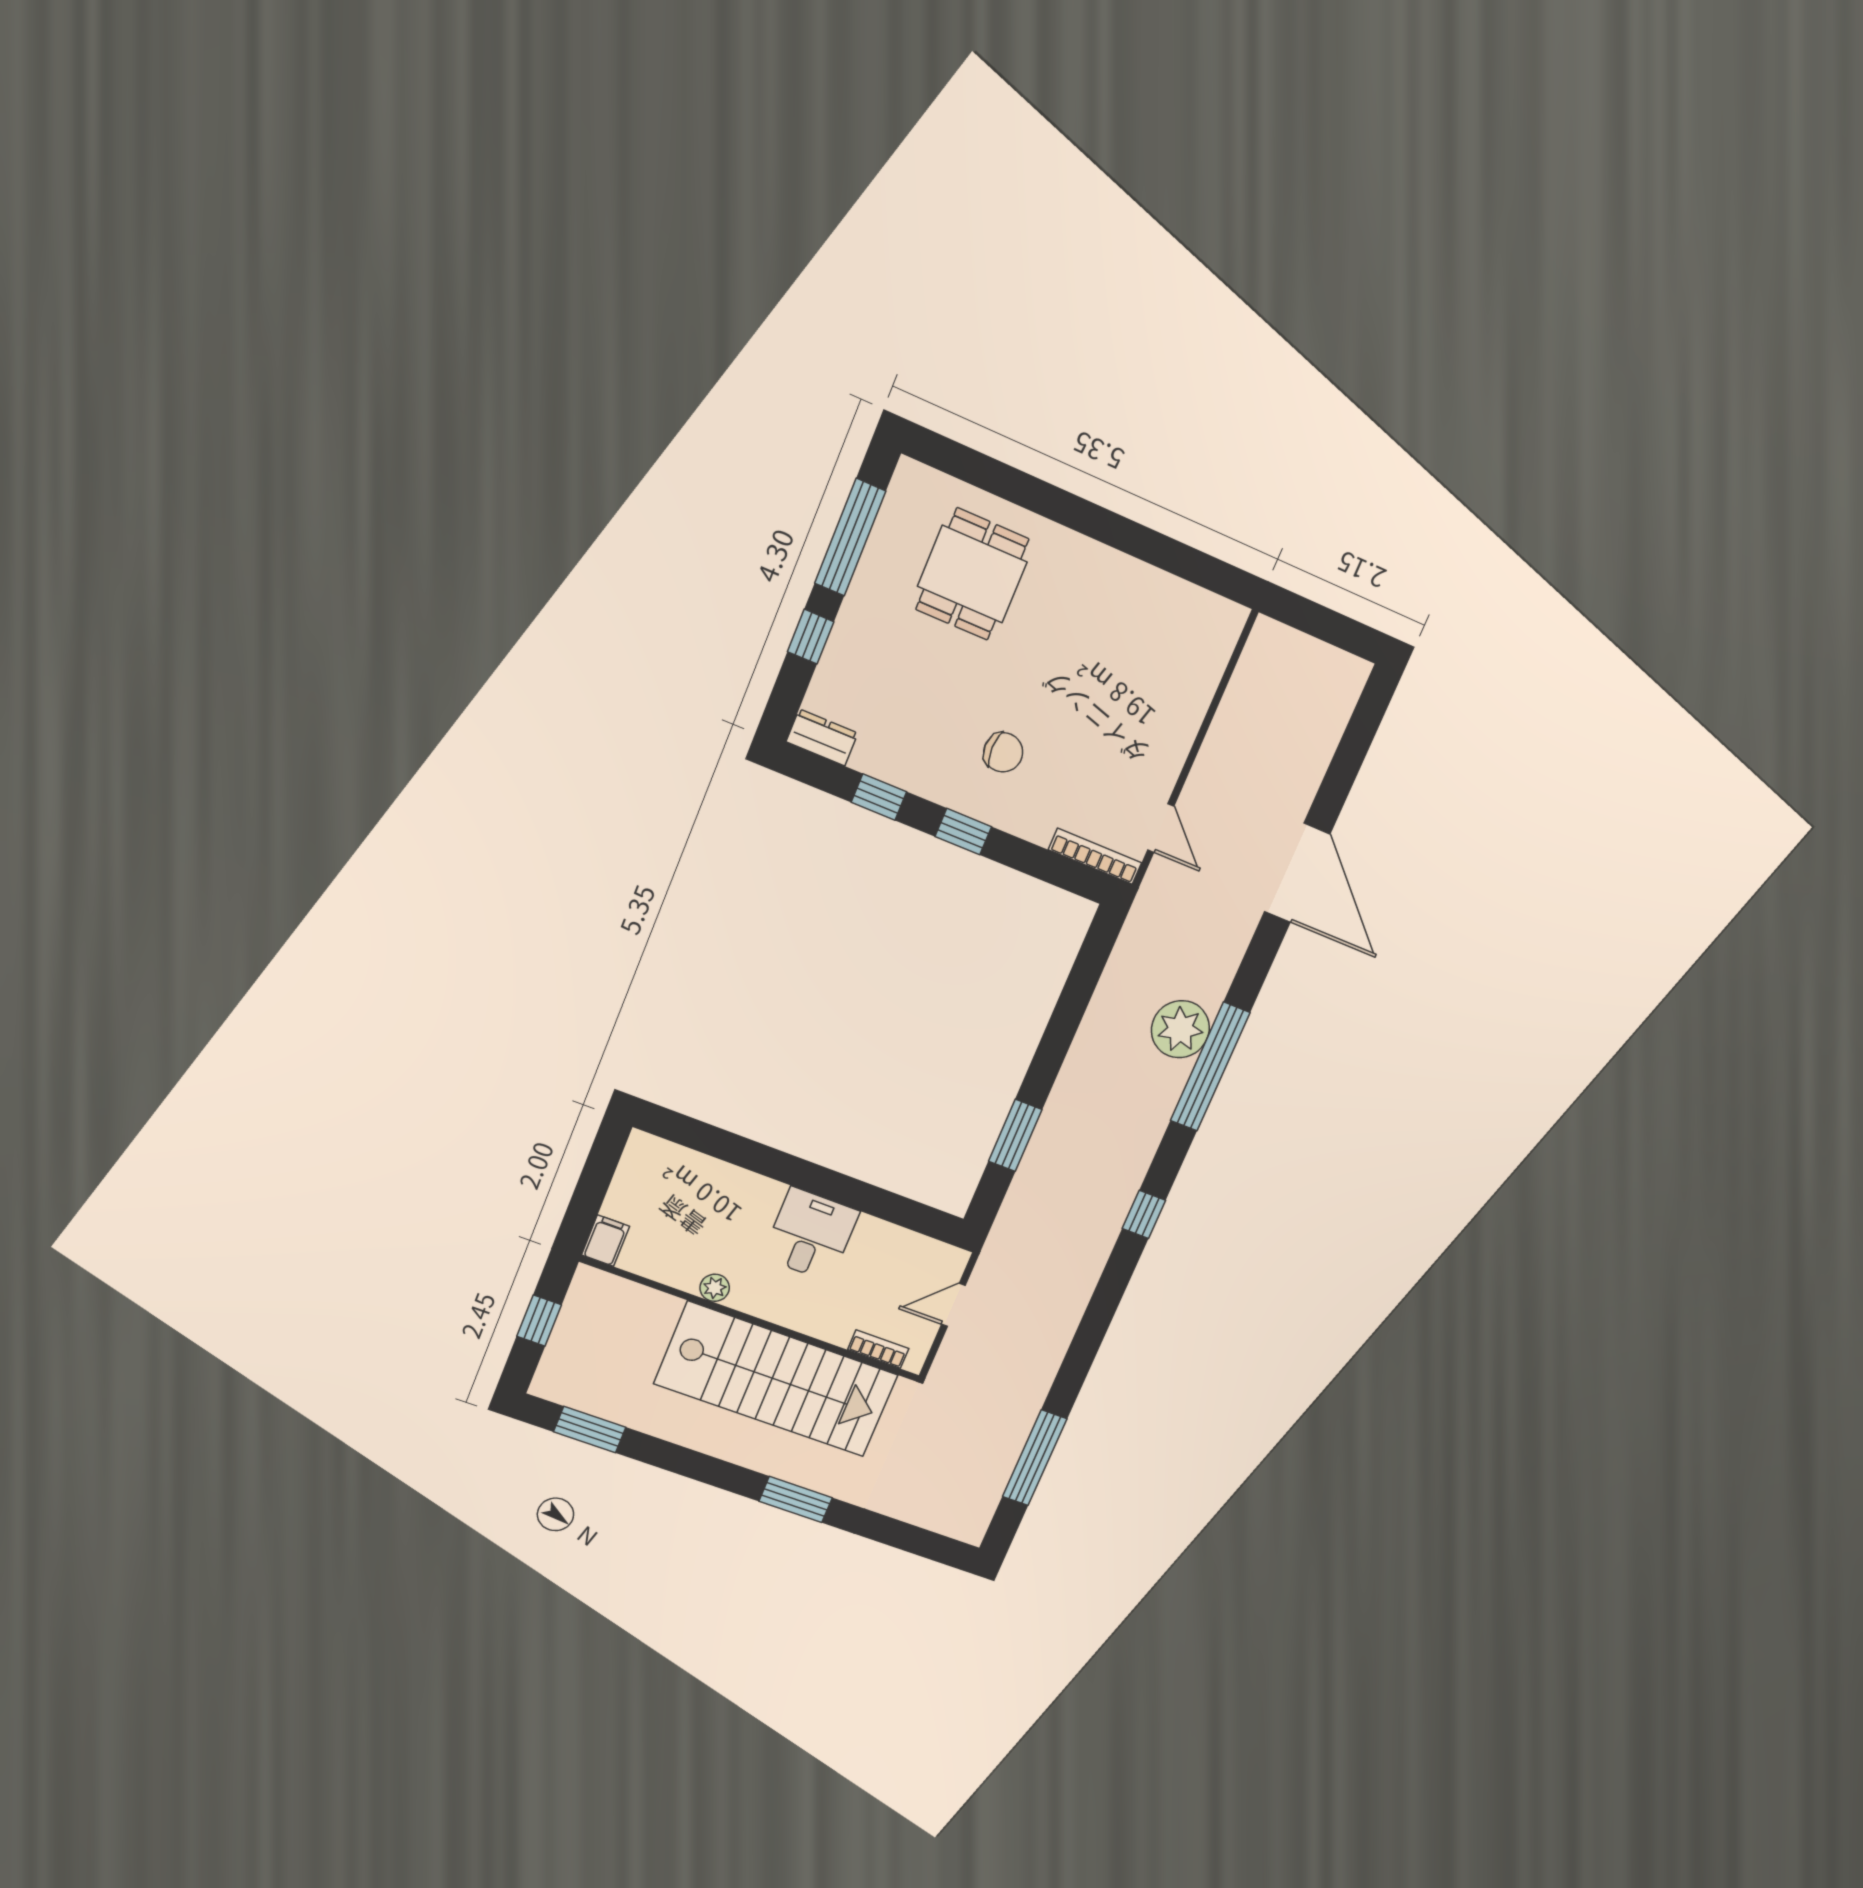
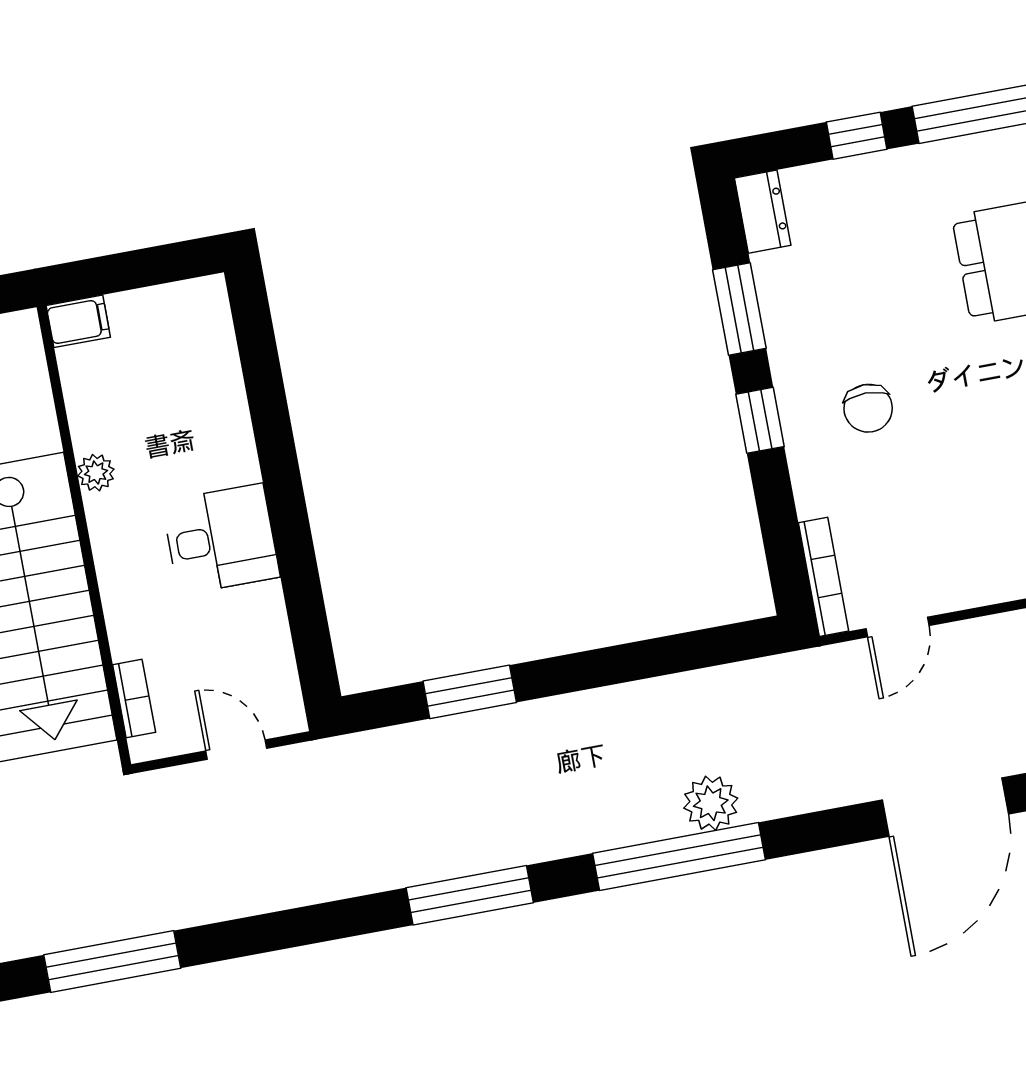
window: (879, 797) -> (739, 309), width x1.50
plant: (1180, 1029) -> (711, 803), width x0.73, depth x0.73
window: (1144, 1214) -> (470, 895), width x2.17

